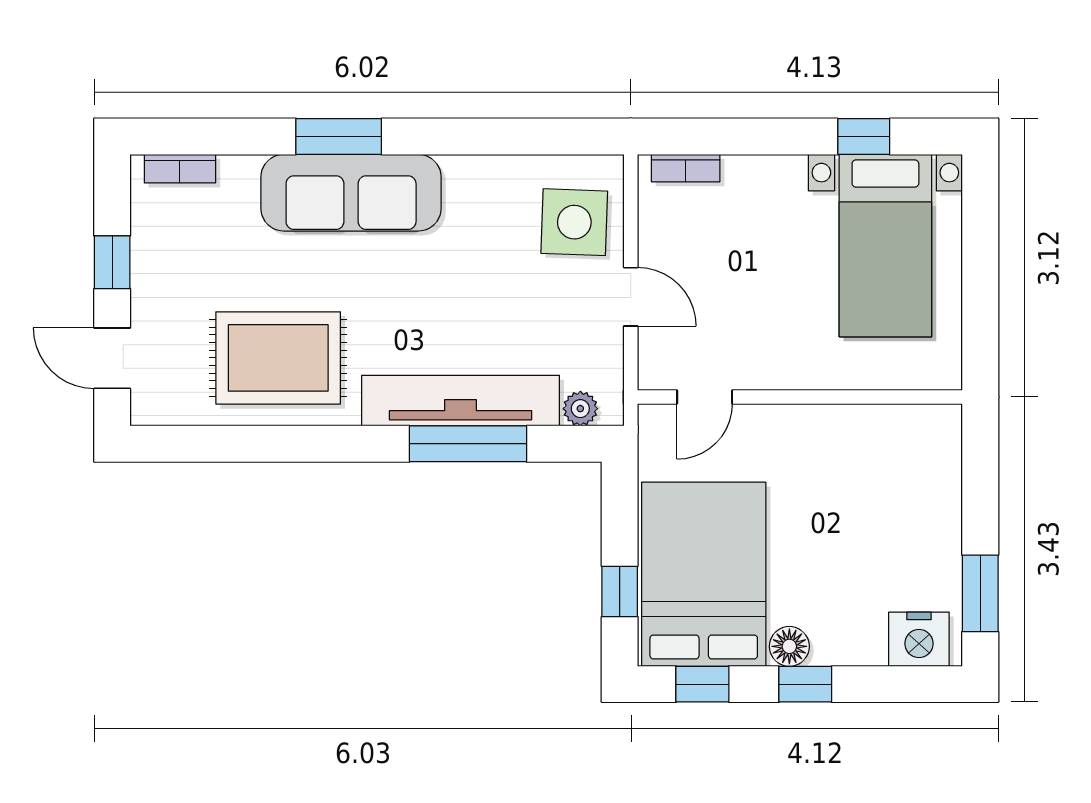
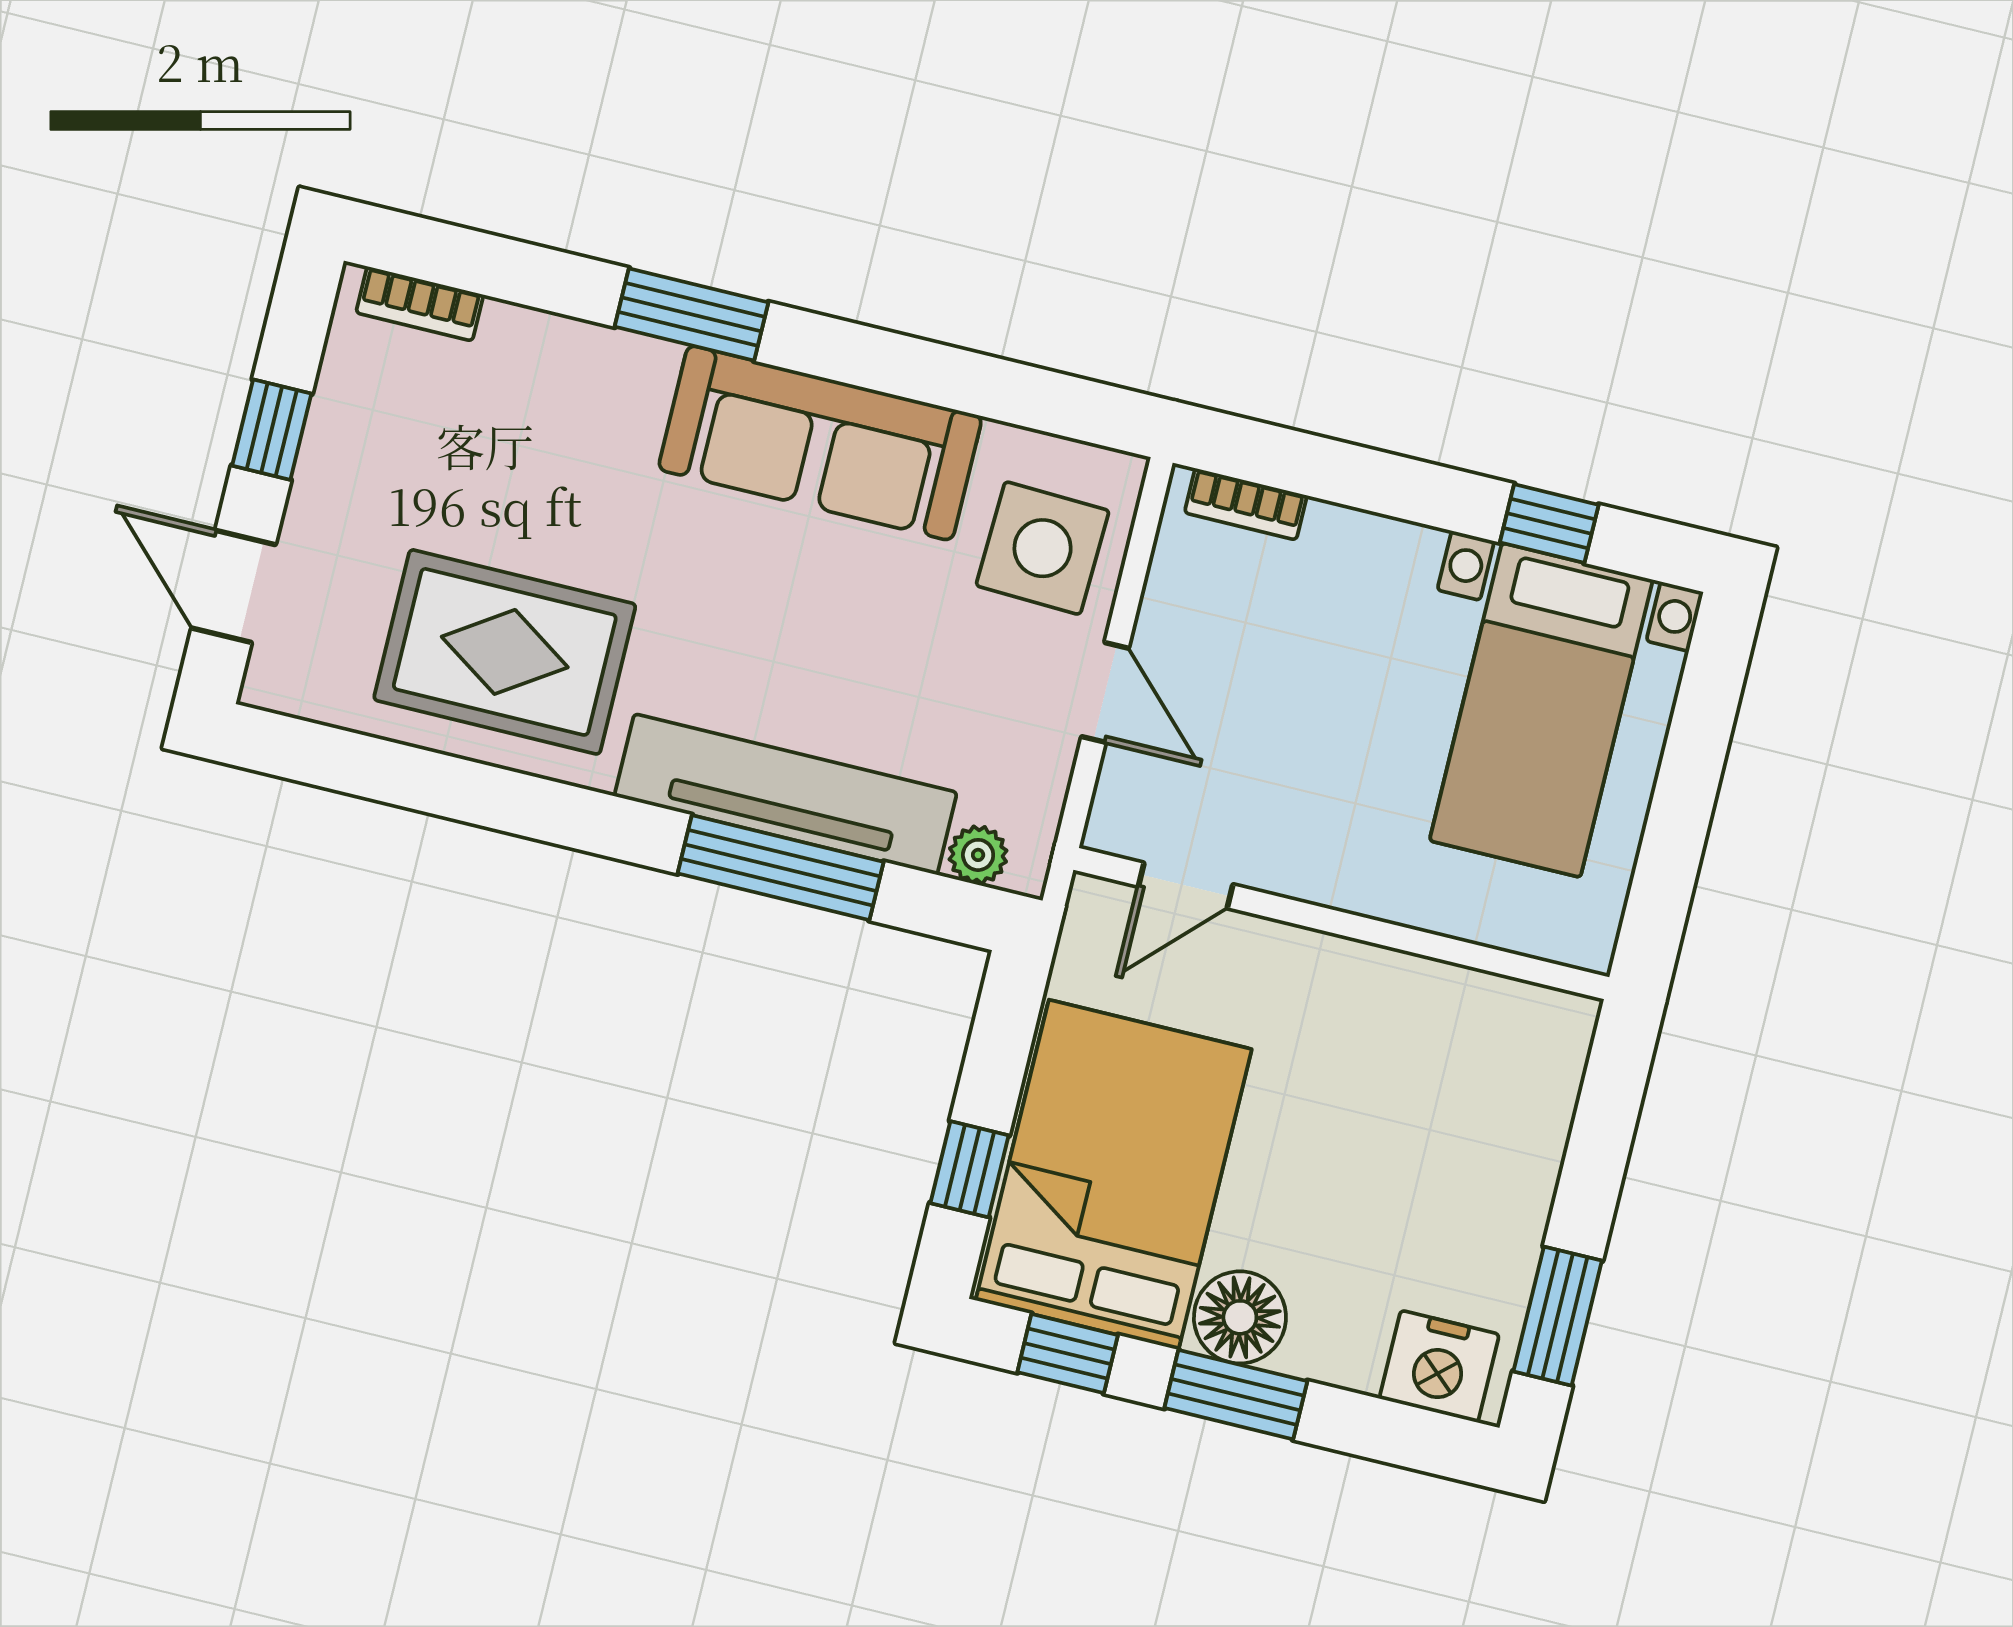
sofa: (351, 193) -> (820, 443), moved
floor lamp: (789, 646) -> (1240, 1317), width x1.38, depth x1.38
window: (805, 684) -> (1236, 1395), width x1.50

